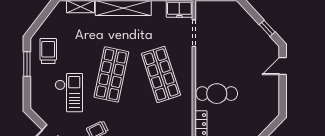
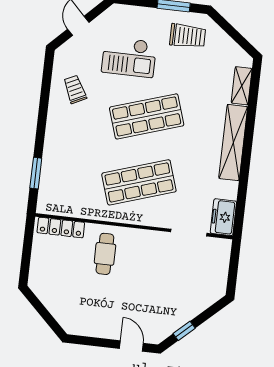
shop shelf: (111, 74) -> (147, 116), turned -30
cafe table: (217, 94) -> (105, 254), width x0.73, depth x0.74

